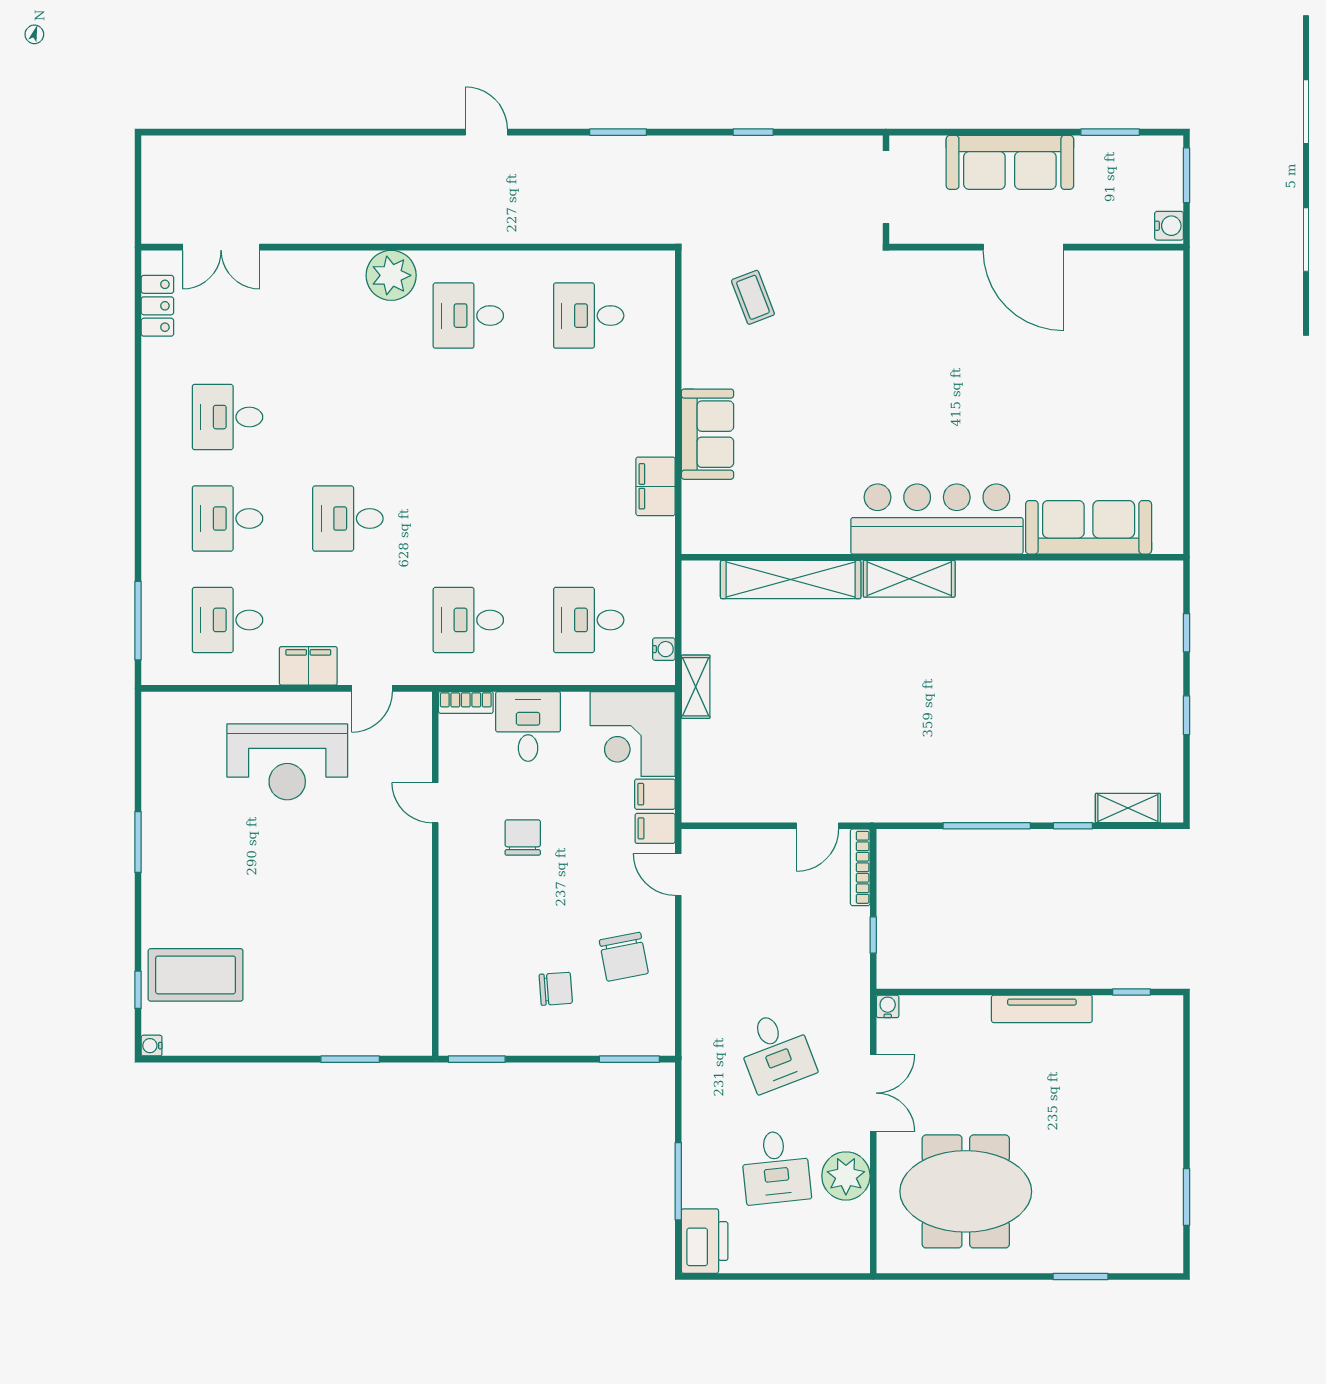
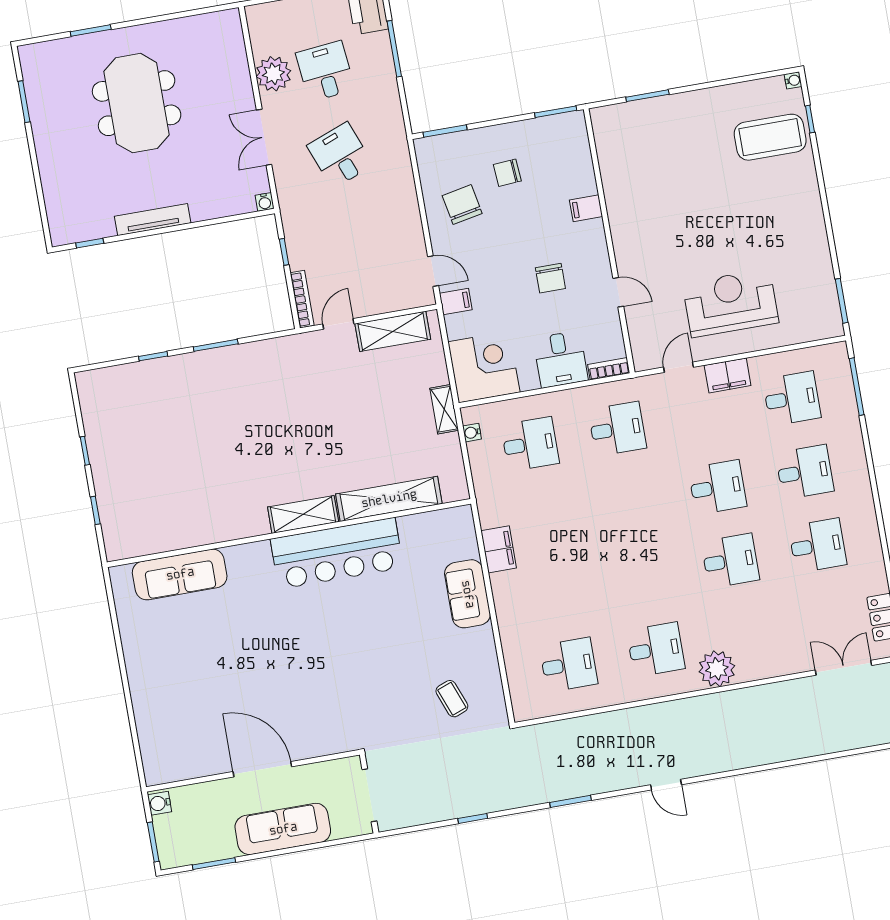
desk: (348, 417) -> (730, 561), added
bar counter: (937, 519) -> (337, 553), moved
filing cabinet: (655, 794) -> (586, 208), moved, turned 180
shelving: (1128, 808) -> (393, 331), moved, width x1.50, depth x1.33
window: (987, 826) -> (216, 345), width x0.69
window: (138, 842) -> (842, 301), moved
meeting table: (966, 1191) -> (137, 103), moved, turned 90

